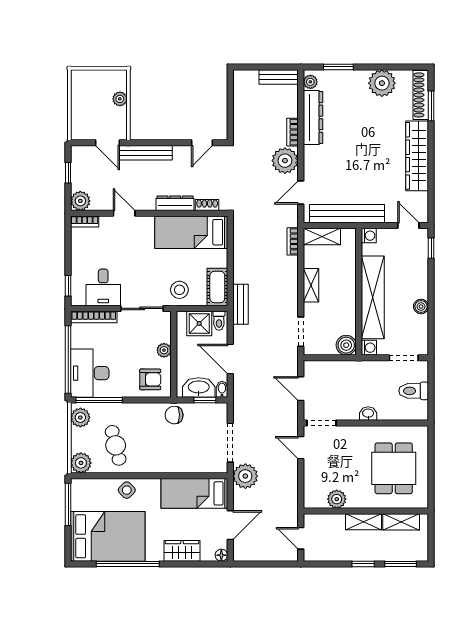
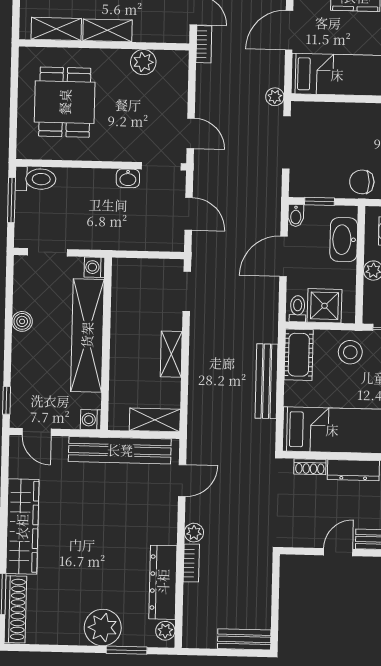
bench: (279, 77) -> (244, 639), moved
plant: (382, 83) -> (103, 628), moved
door: (202, 143) -> (338, 552), moved
plant: (285, 161) -> (194, 533), width x0.53, depth x0.53
bookcase: (293, 241) -> (204, 44), moved
bench: (240, 304) -> (266, 381), moved, width x1.36
boiler: (346, 345) -> (125, 271), removed
door: (230, 359) -> (284, 256), swing flipped
washbasin: (199, 388) -> (344, 240), moved, turned 90
toilet: (414, 391) -> (36, 179), moved
window: (431, 395) -> (11, 200), added
washbasin: (368, 414) -> (128, 178), moved
chair: (174, 415) -> (362, 182), turned 180
plant: (245, 476) -> (275, 97), width x0.53, depth x0.53

